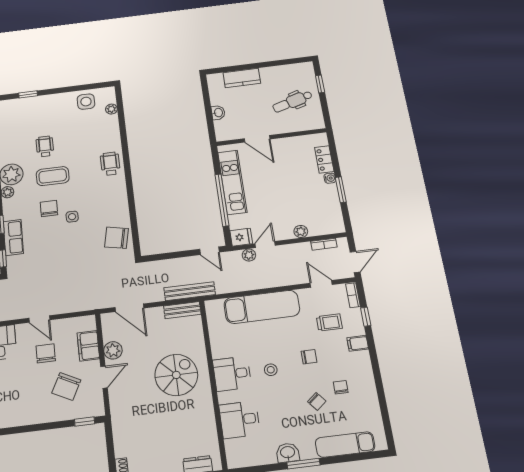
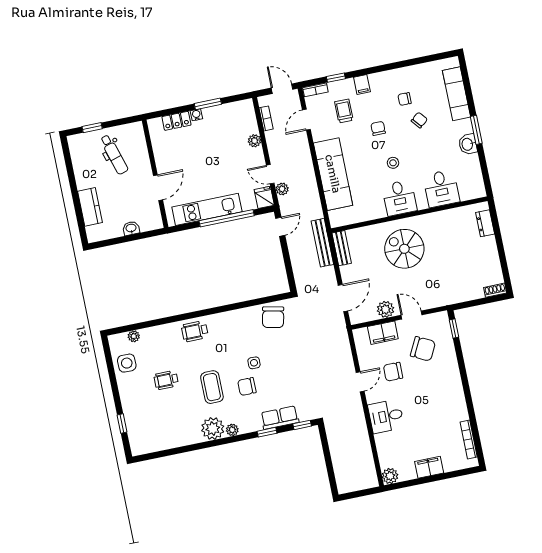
wheelchair: (45, 146) -> (166, 380), moved

